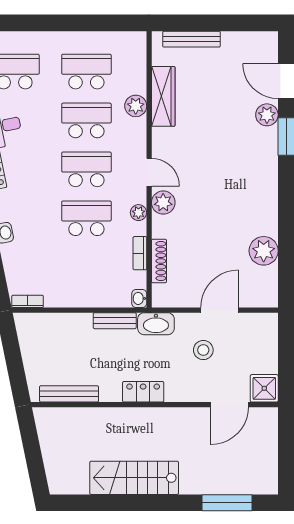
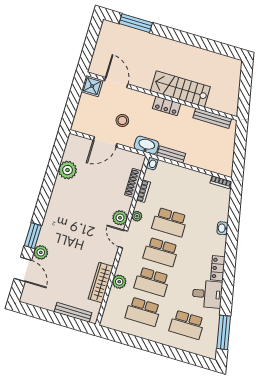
door: (230, 405) -> (116, 82), hinge flipped
stairs: (134, 478) -> (180, 89), moved, turned 180

